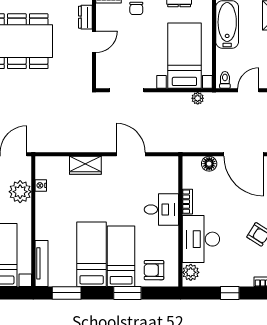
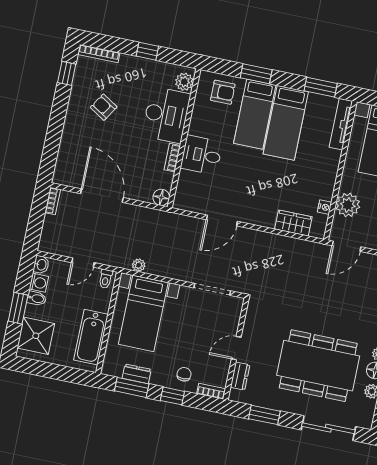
door: (131, 154) -> (222, 220), hinge flipped
floor lamp: (209, 164) -> (161, 197), moved
wardrobe: (85, 165) -> (293, 223), moved

